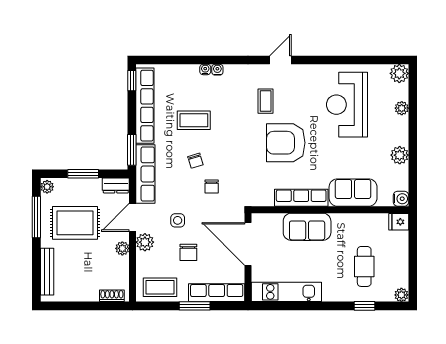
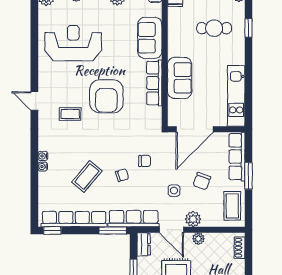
reception desk: (347, 105) -> (73, 43), turned 180
coffee table: (194, 120) -> (87, 177), turned 40
chair: (188, 252) -> (202, 181), turned 110

